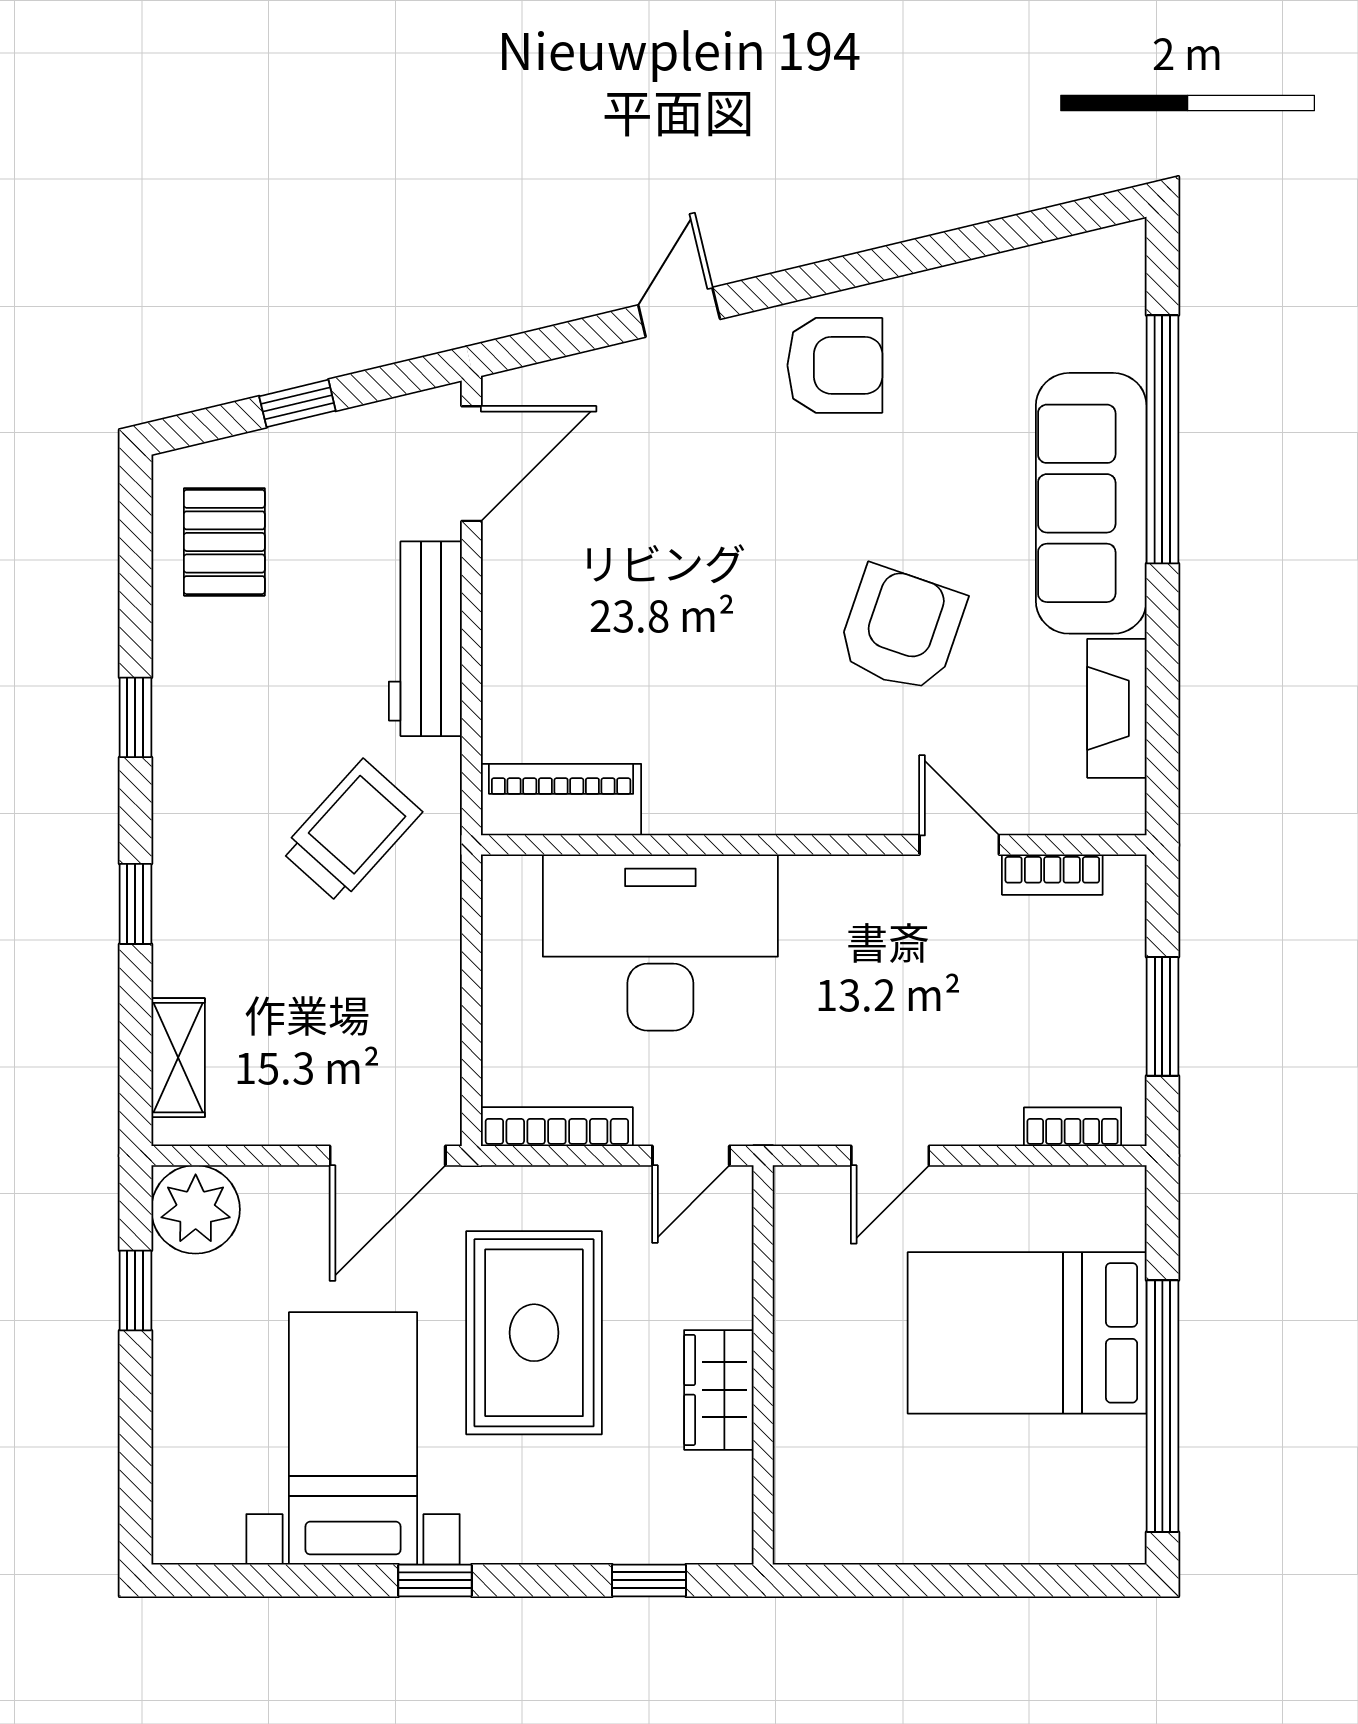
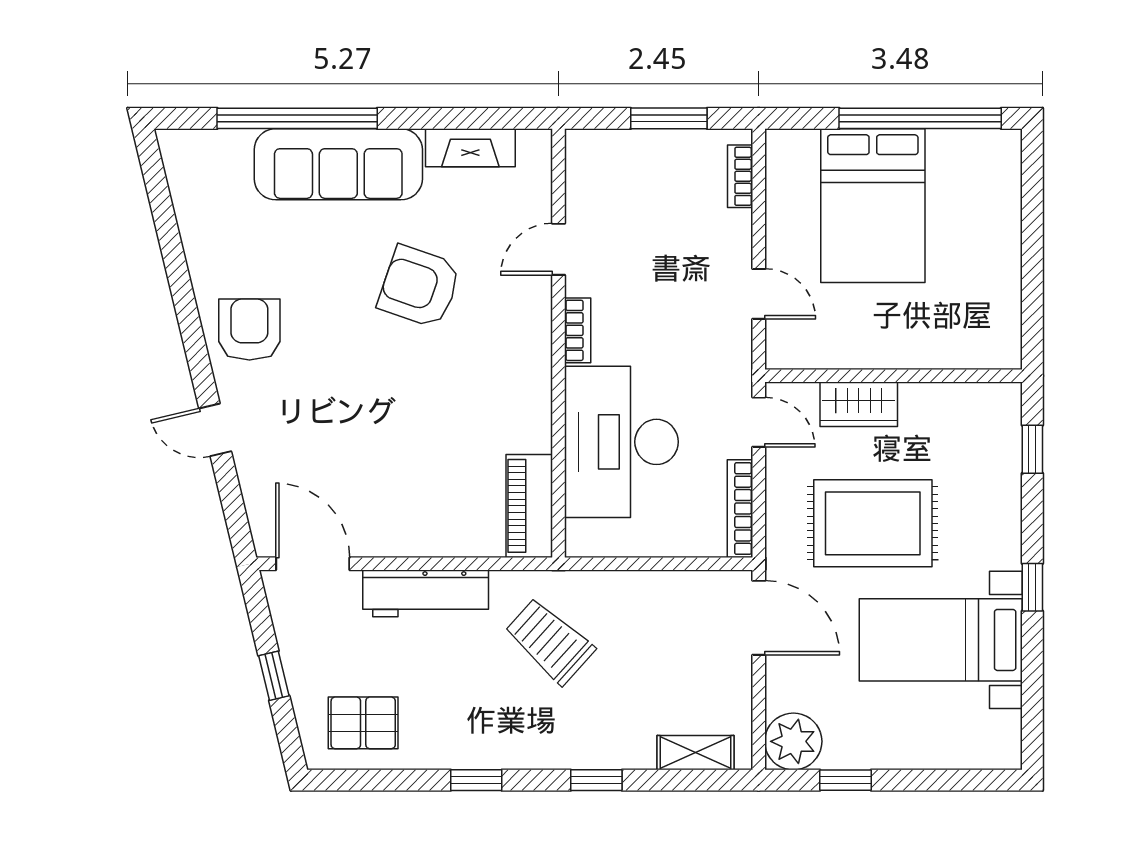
bookcase: (1052, 875) -> (578, 330), moved
wardrobe: (719, 1390) -> (859, 404), moved

